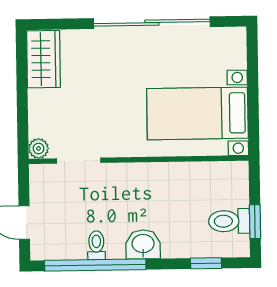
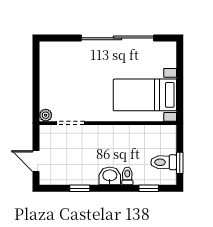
wardrobe: (43, 59) -> (50, 60), removed
toilet: (96, 245) -> (127, 176), moved
window: (95, 265) -> (80, 188), width x0.32

